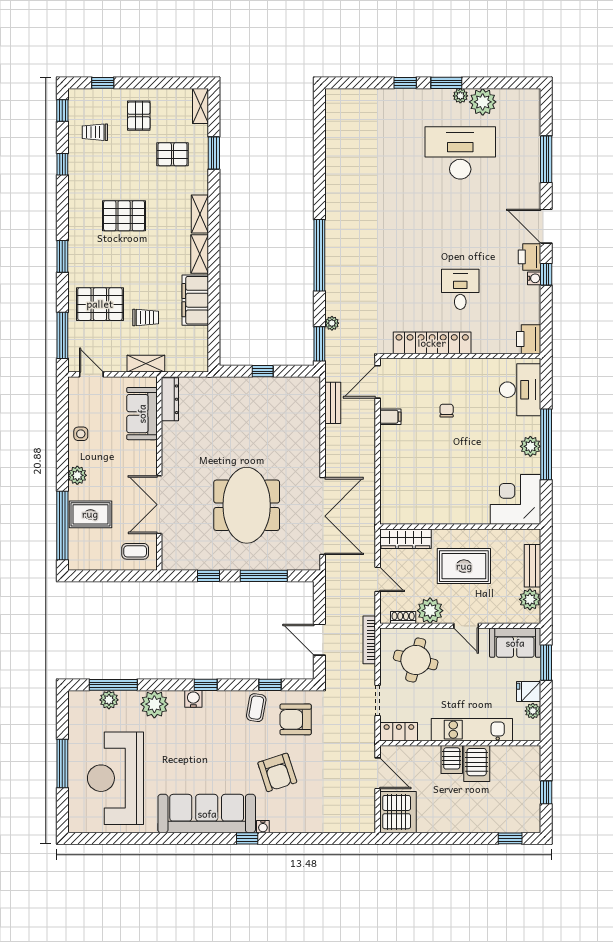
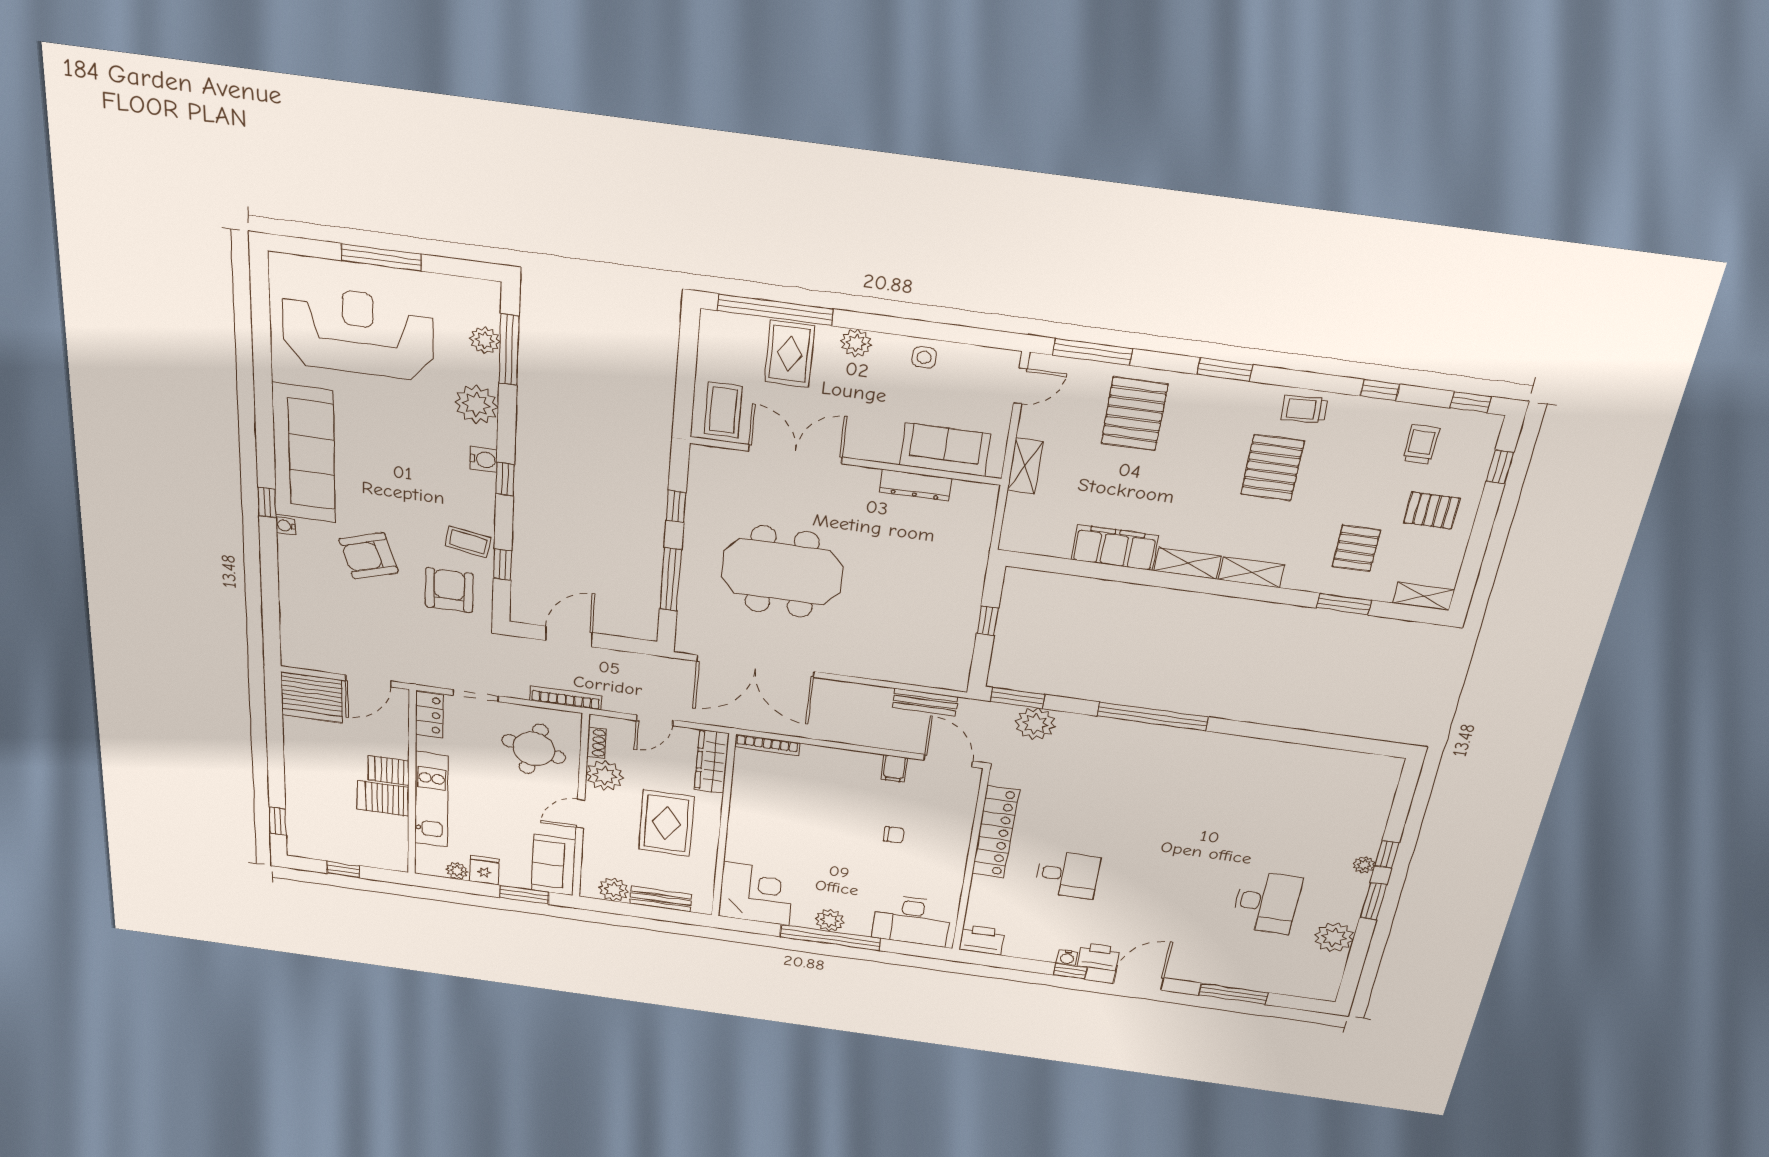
plant: (460, 96) -> (1364, 865), moved
desk: (460, 153) -> (1266, 902), width x0.73, depth x0.77
trolley: (146, 317) -> (1304, 409), moved, turned 86
plant: (332, 323) -> (1035, 724), width x1.87, depth x1.87
dresser: (170, 399) -> (916, 485), moved
bookcase: (385, 503) -> (767, 745), added
coffee table: (135, 551) -> (723, 410), width x1.36, depth x1.30

